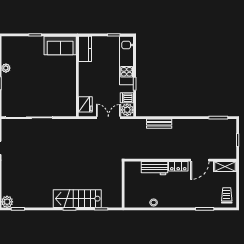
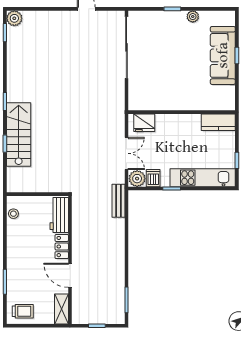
sofa: (60, 46) -> (223, 55), moved, width x1.36
bench: (159, 124) -> (118, 201), moved
wall: (123, 185) -> (37, 194), moved
stairs: (77, 199) -> (19, 134), moved

